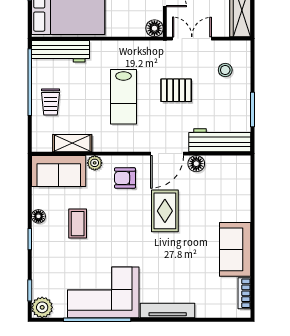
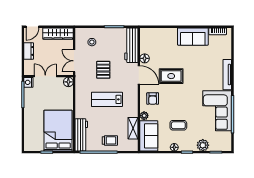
lab bench: (123, 97) -> (107, 99), turned 180
plant: (42, 307) -> (203, 145), moved

